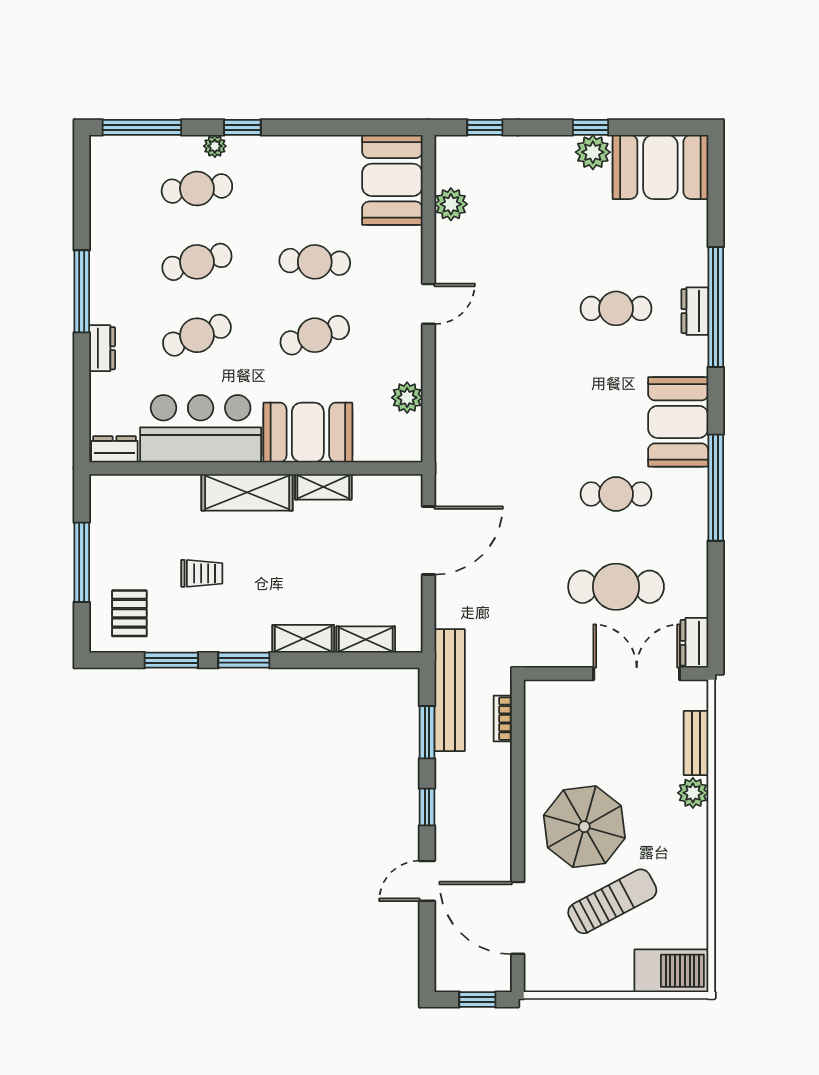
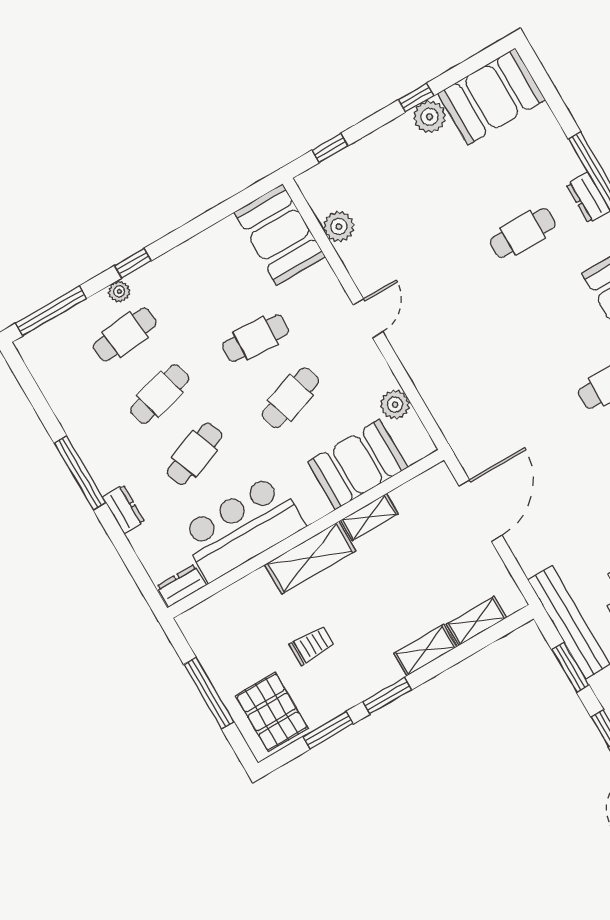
booth: (308, 432) -> (358, 465), moved
pallet: (129, 613) -> (272, 712), width x1.50, depth x1.42

